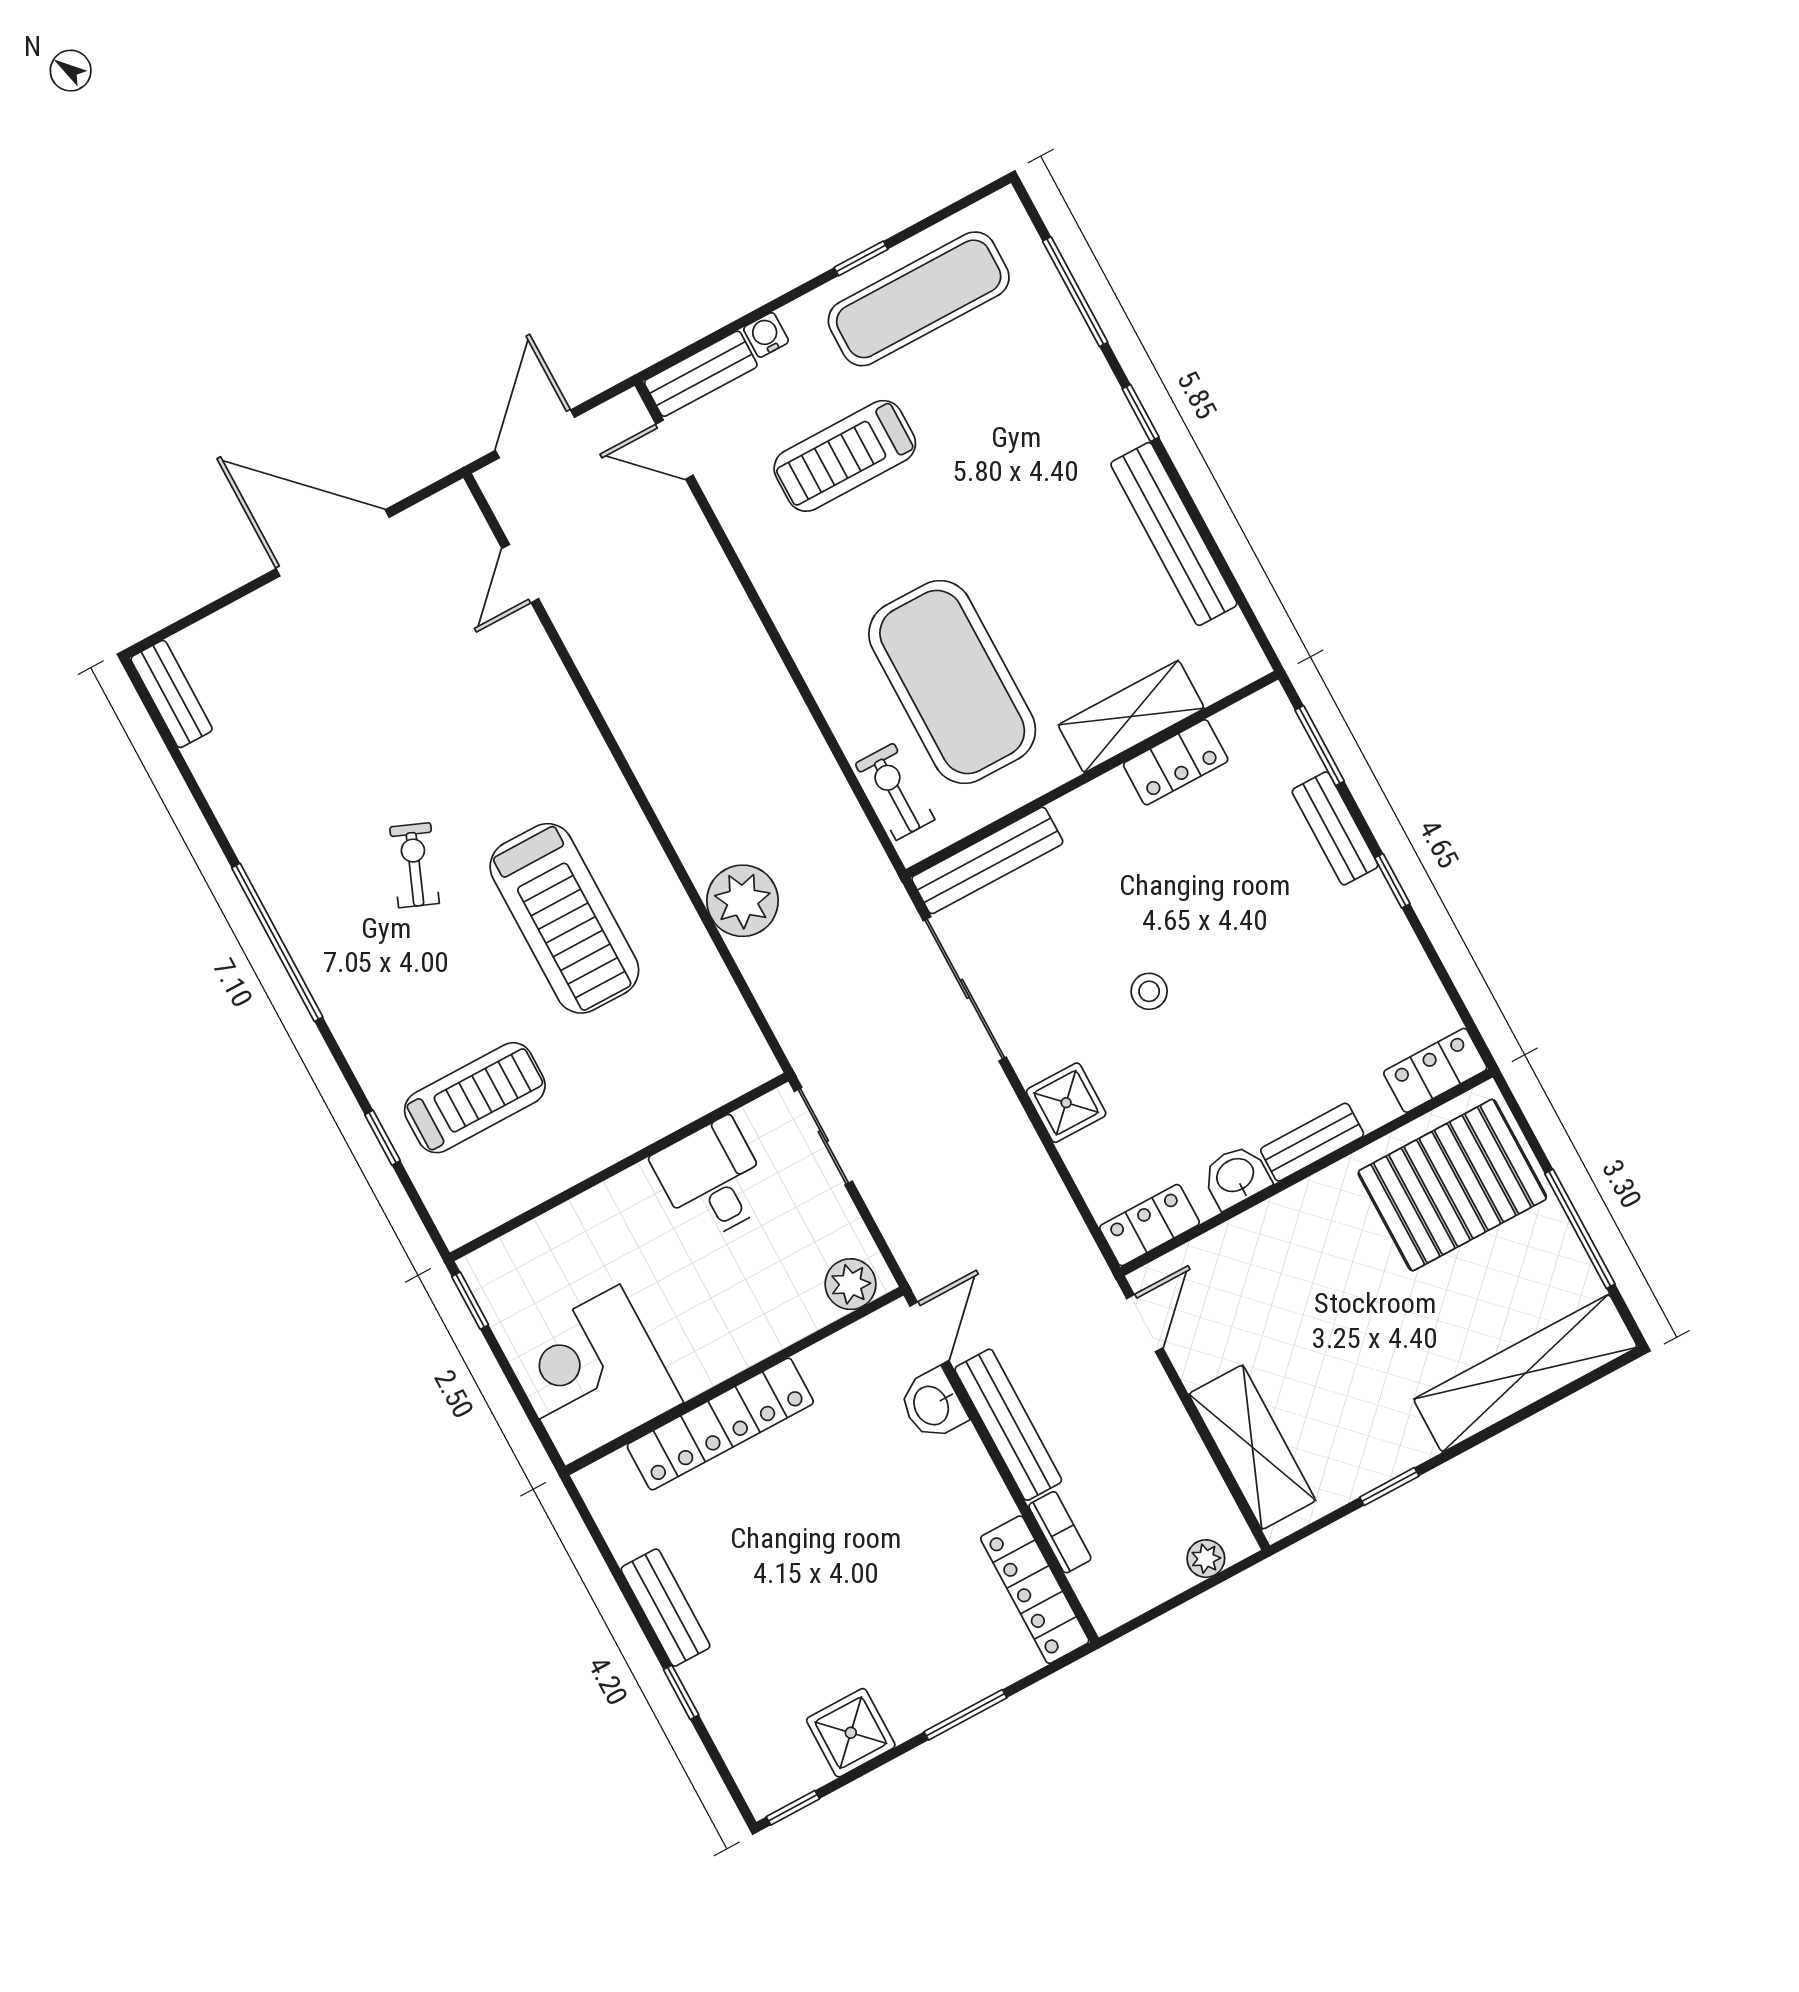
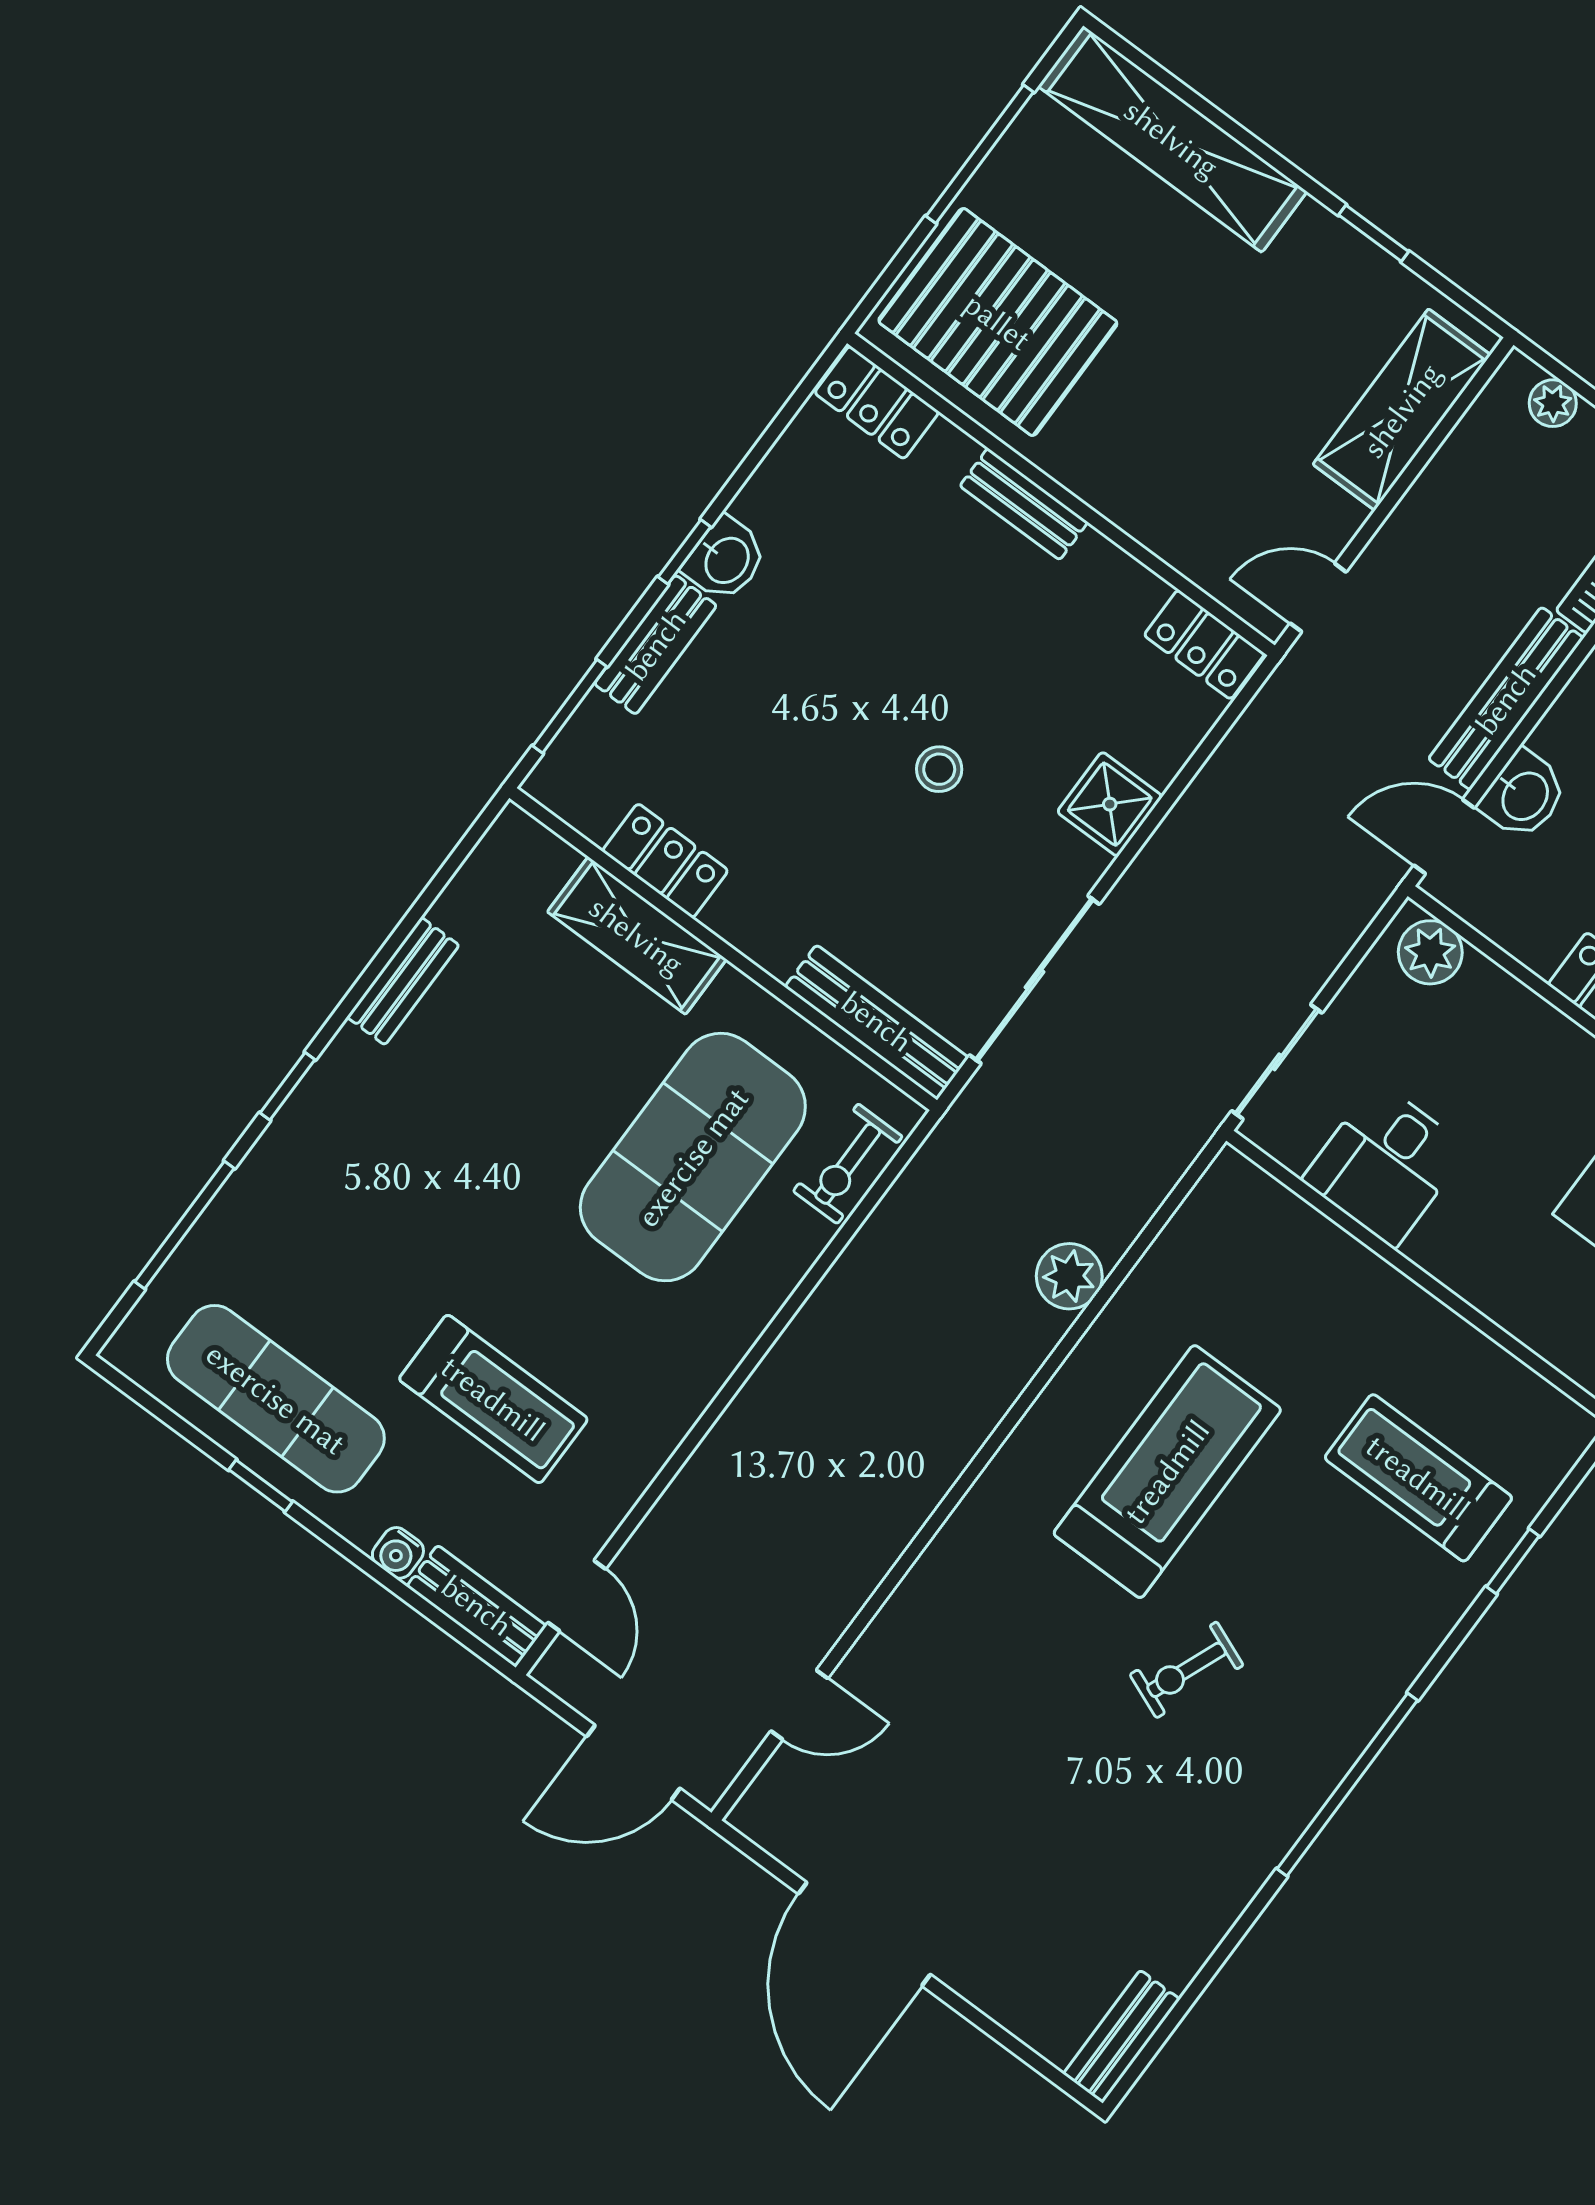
bench: (1174, 534) -> (403, 981), width x0.54, depth x0.82
plant: (743, 901) -> (1069, 1276), width x0.73, depth x0.73
washbasin: (1236, 1176) -> (726, 559), moved, turned -90

